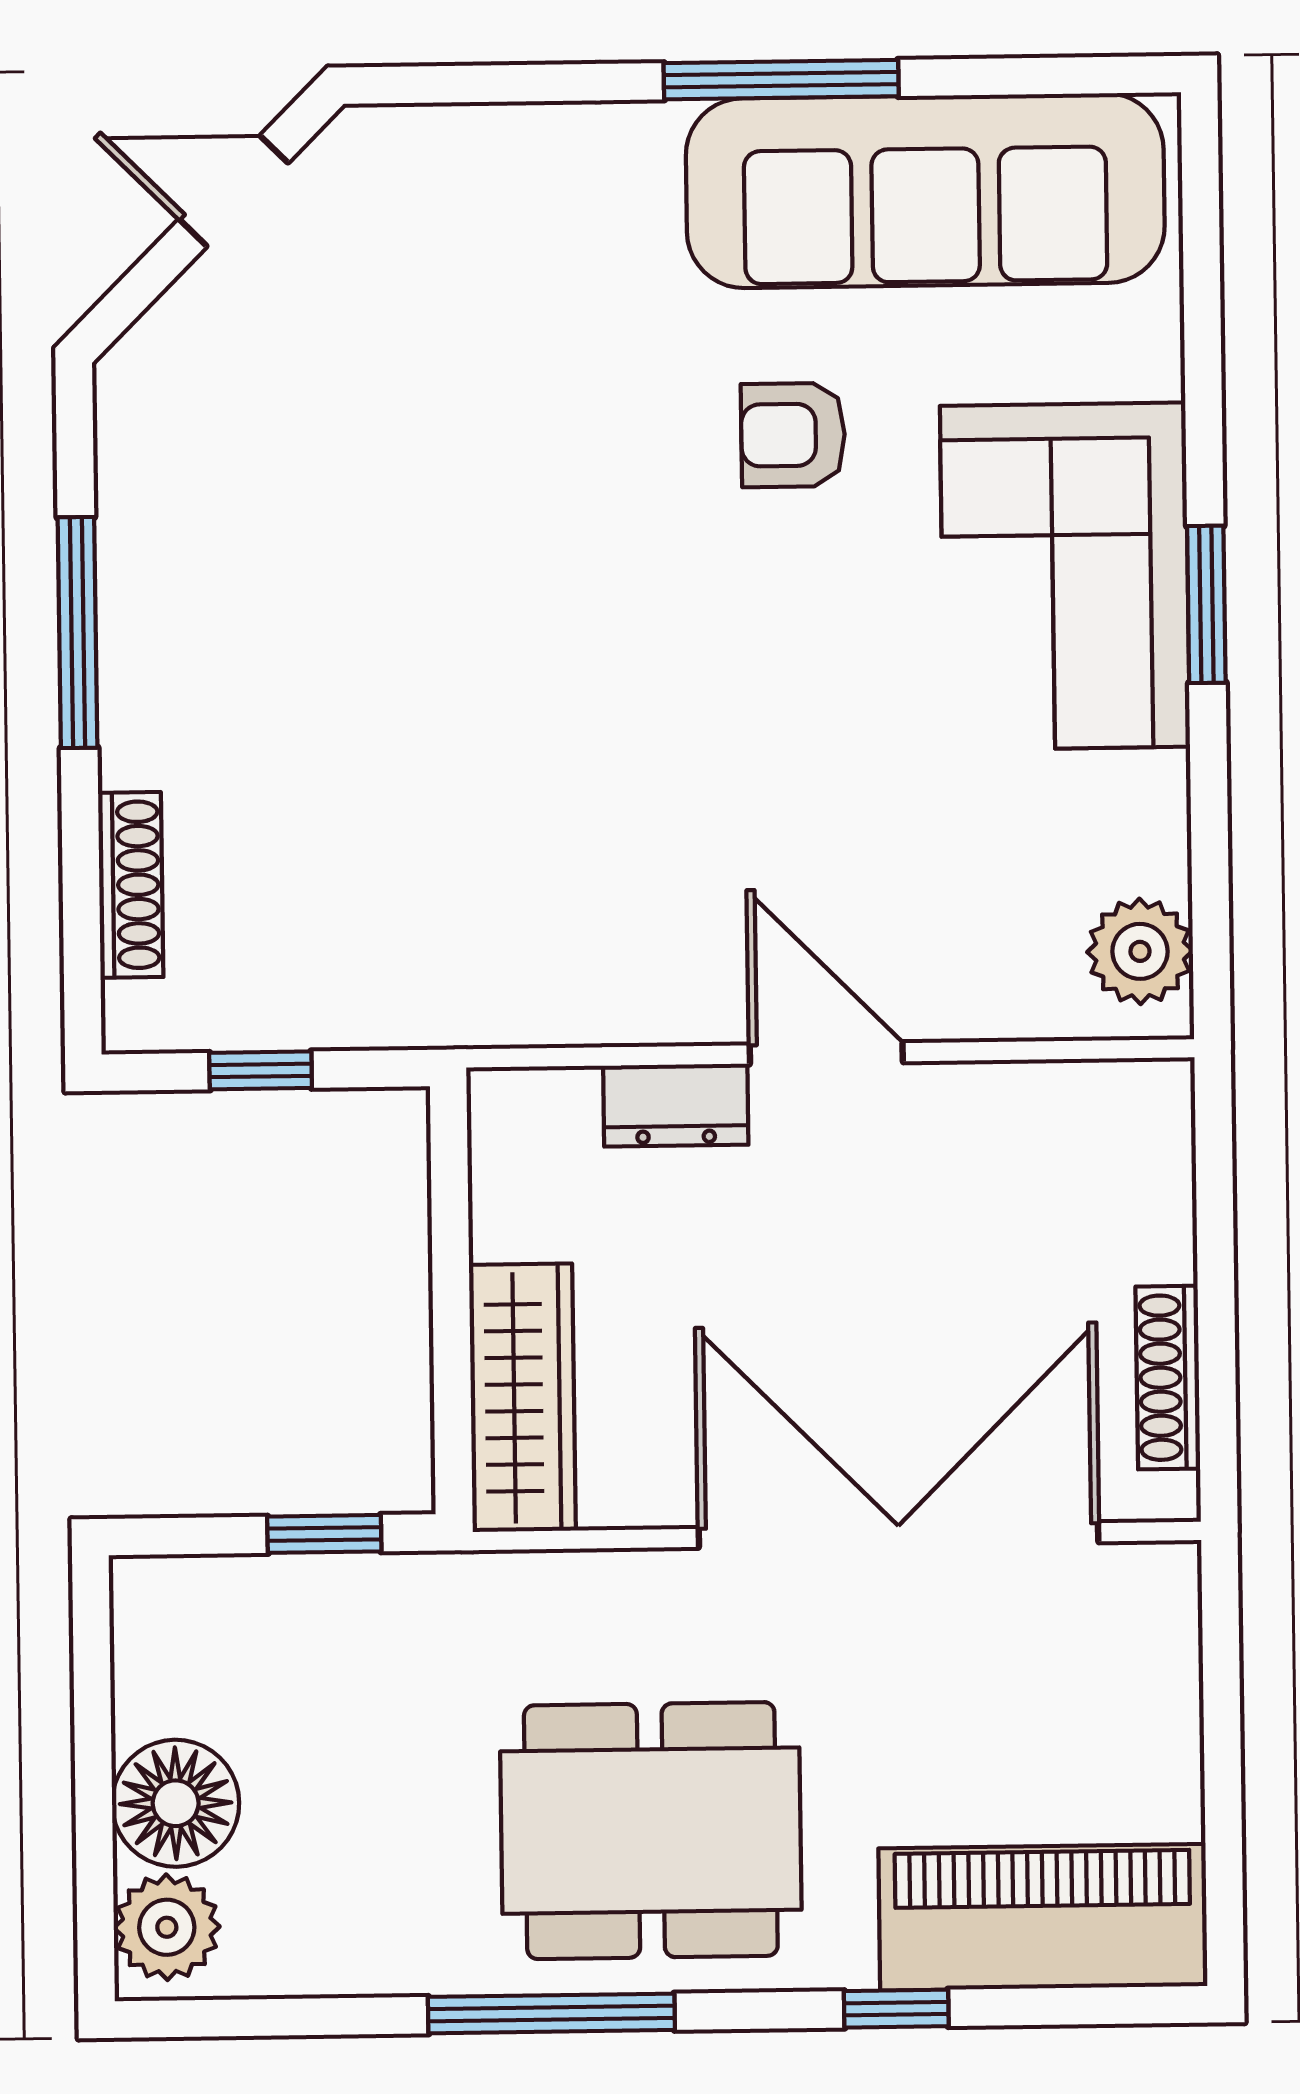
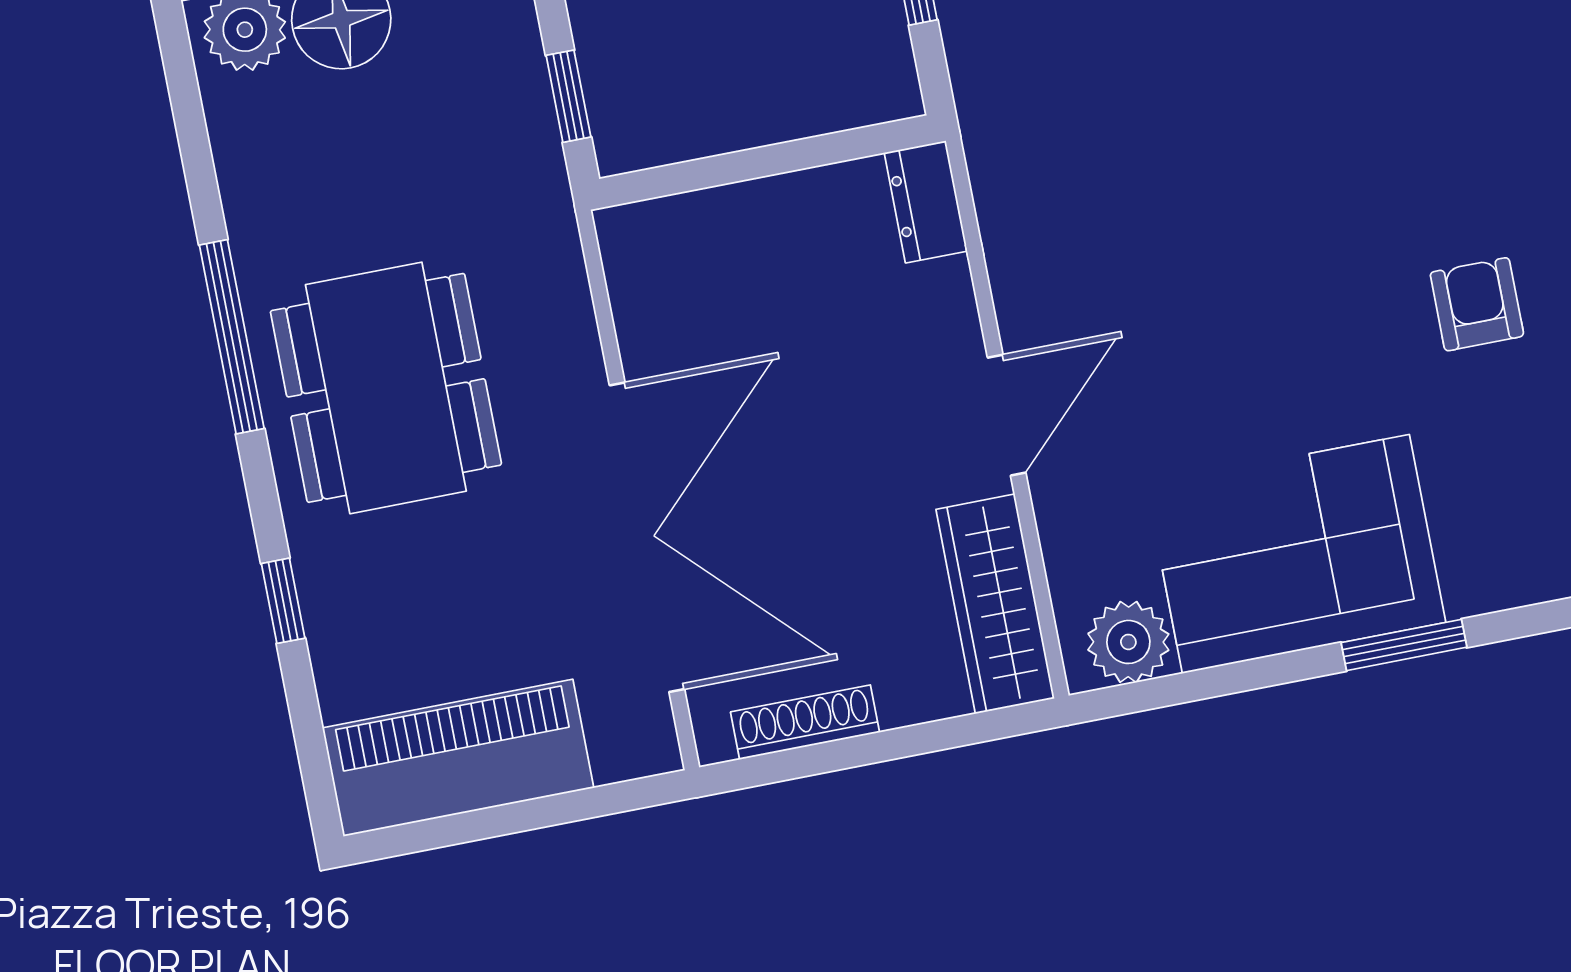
corner sofa: (1065, 576) -> (1296, 554), moved
dresser: (676, 1105) -> (926, 202), moved
wardrobe: (522, 1398) -> (995, 604), moved, turned 90
piano: (1043, 1917) -> (458, 758), moved, turned -90

